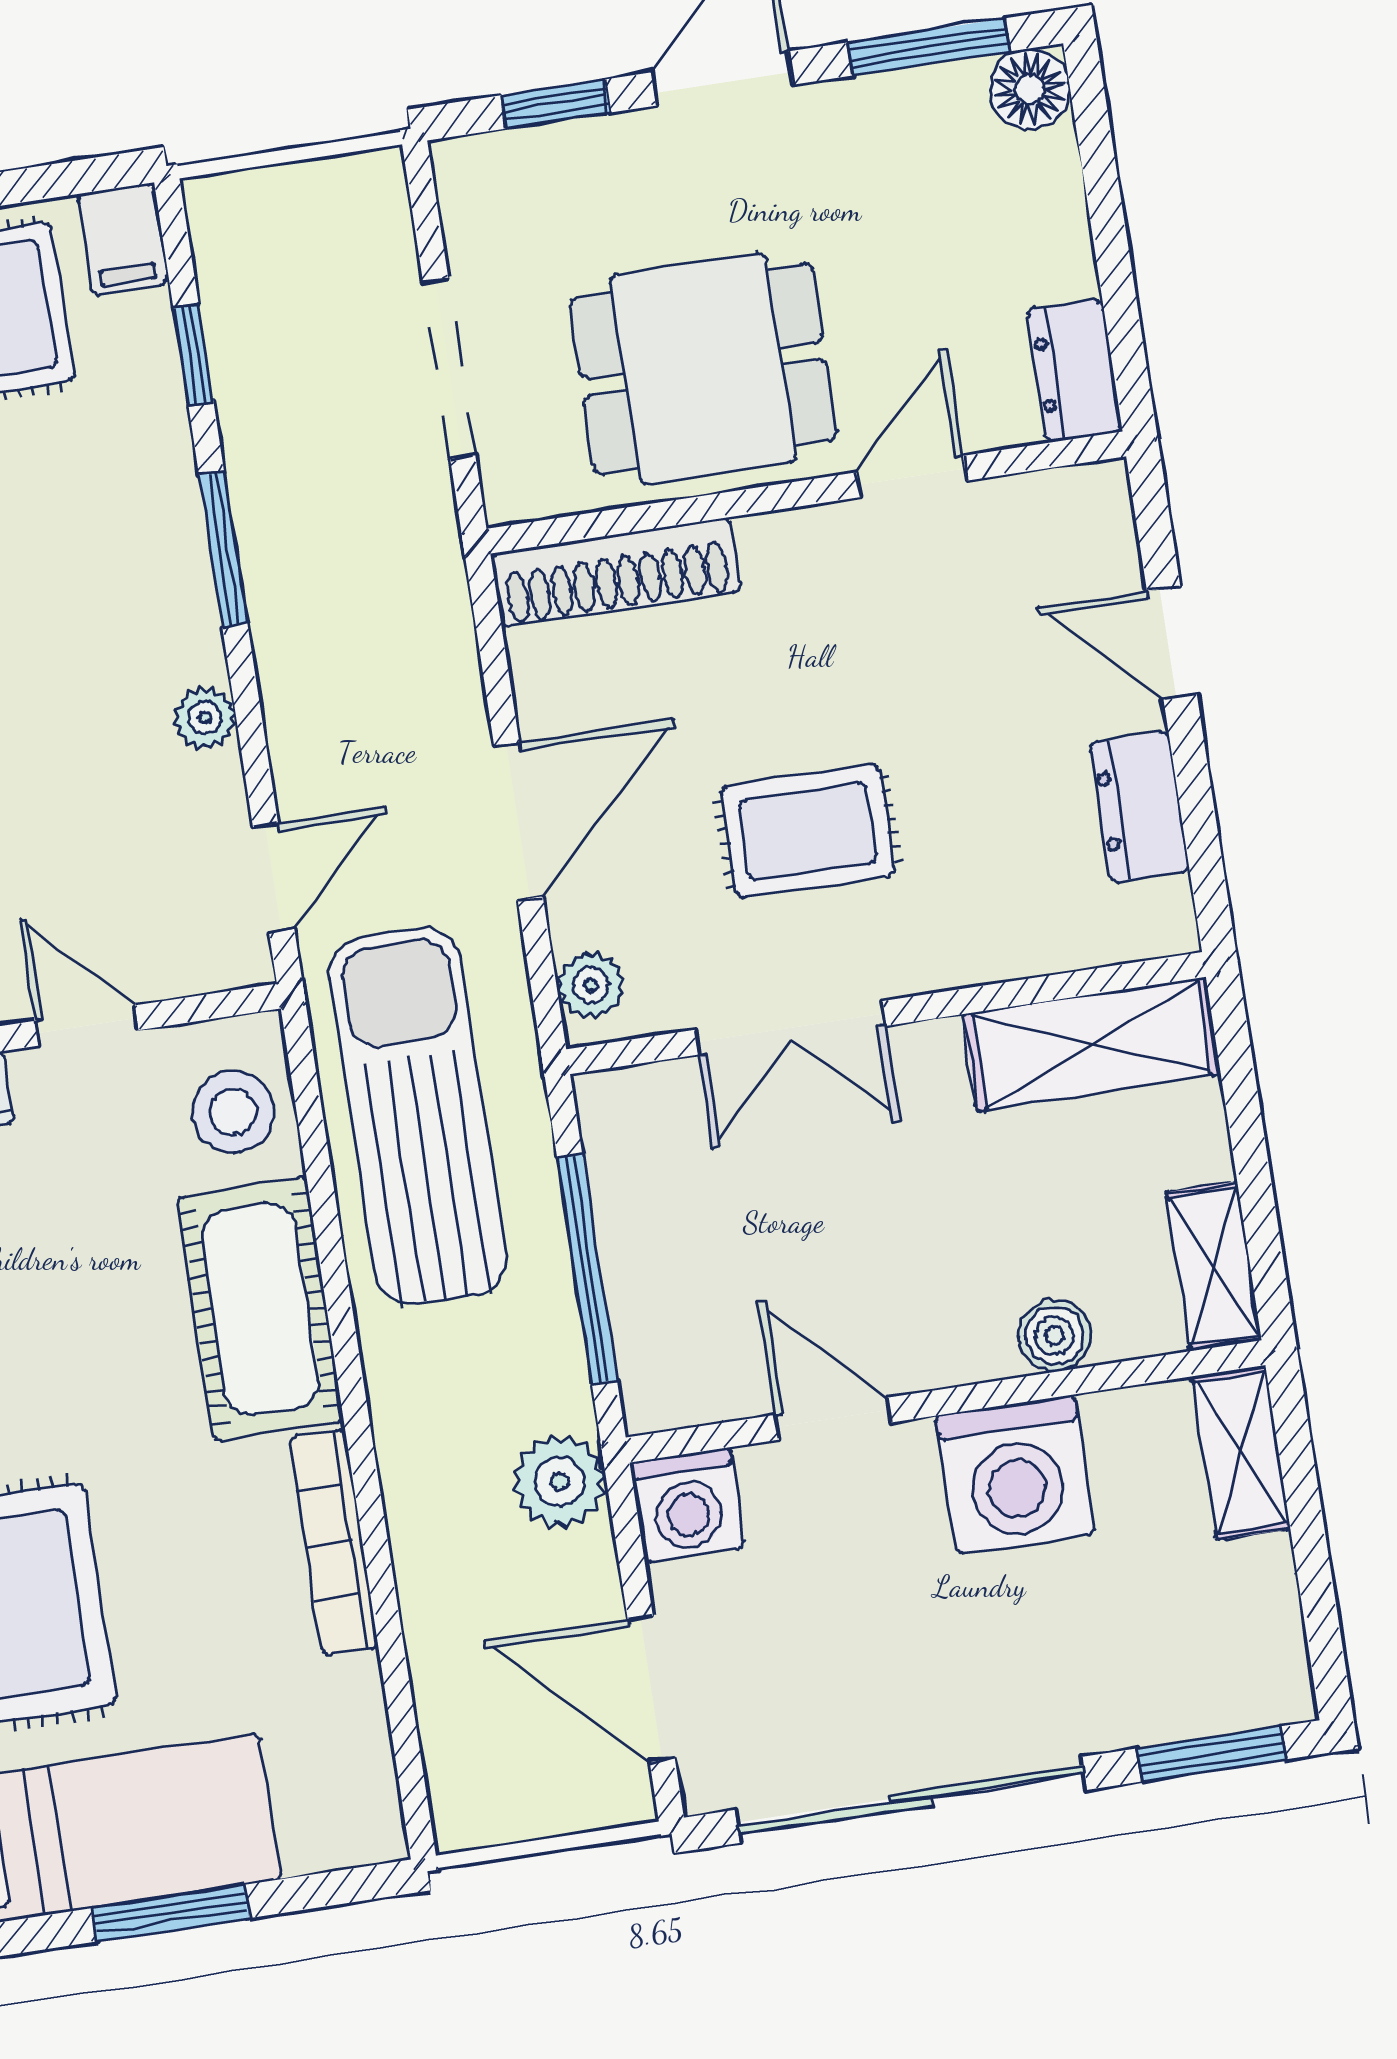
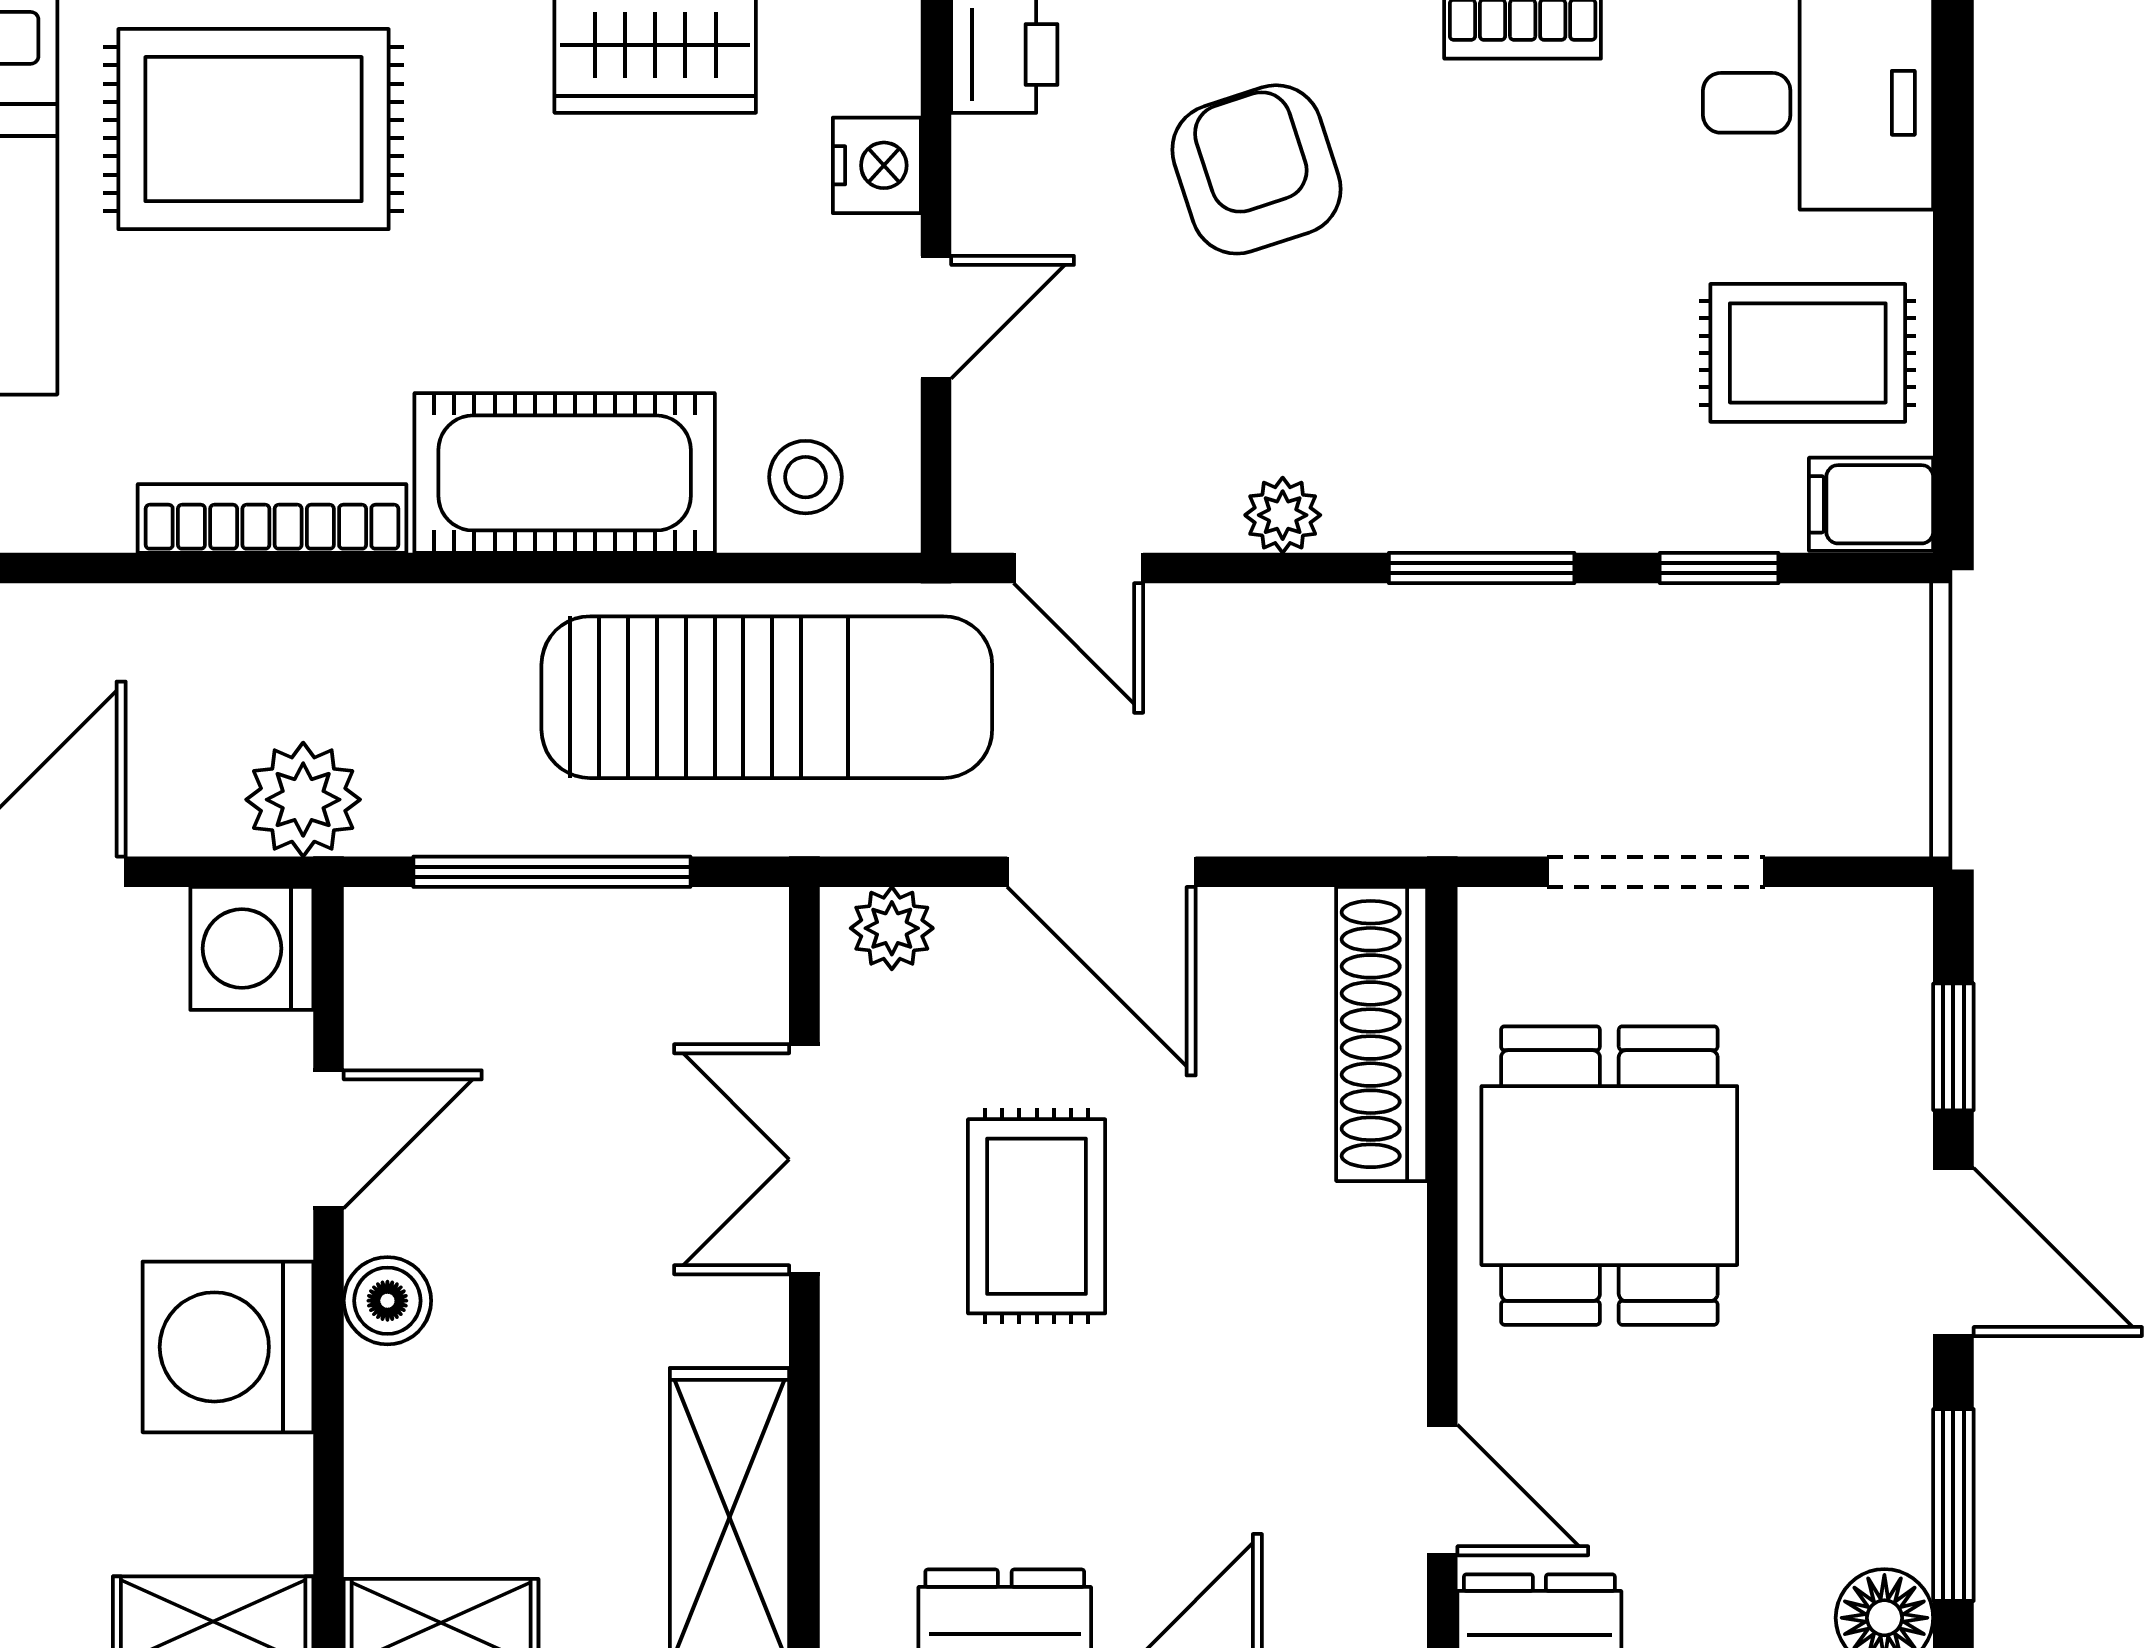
door: (912, 477) -> (1442, 1490), moved
stool: (233, 1112) -> (806, 477), width x0.73, depth x0.73
boiler: (1055, 1336) -> (387, 1301), moved

